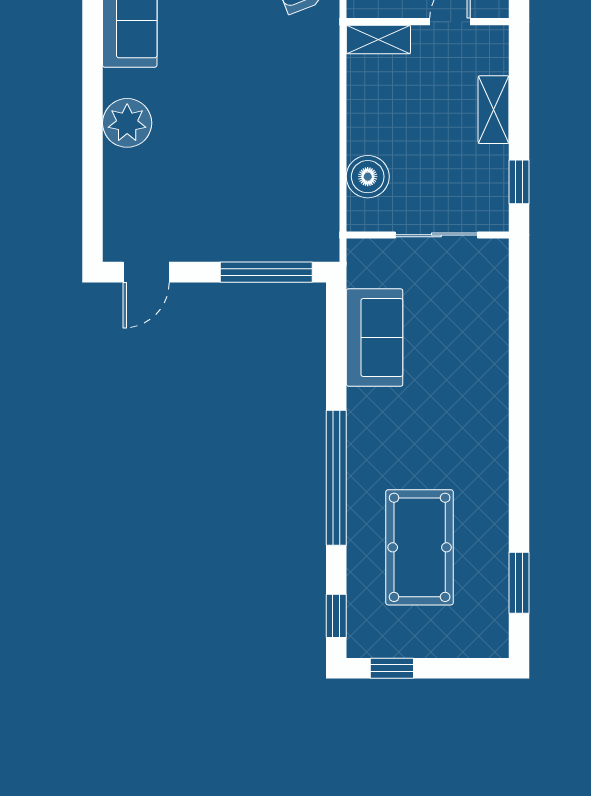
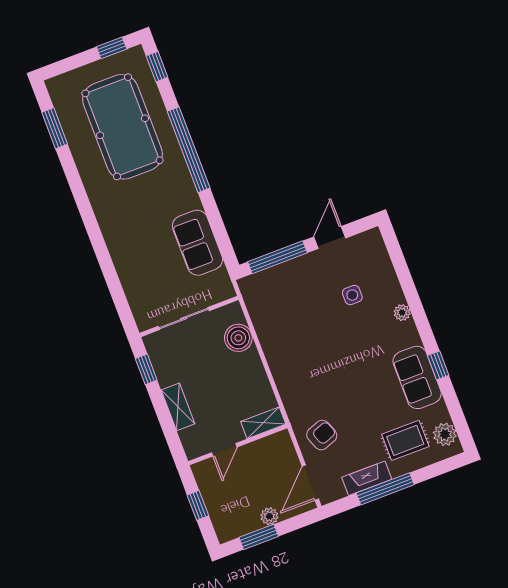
window: (92, 26) -> (438, 365), added
plant: (127, 123) -> (402, 313), width x0.53, depth x0.53
side table: (178, 176) -> (352, 295), added
door: (146, 272) -> (330, 237), moved
pool table: (420, 547) -> (122, 127), width x1.36, depth x1.32

